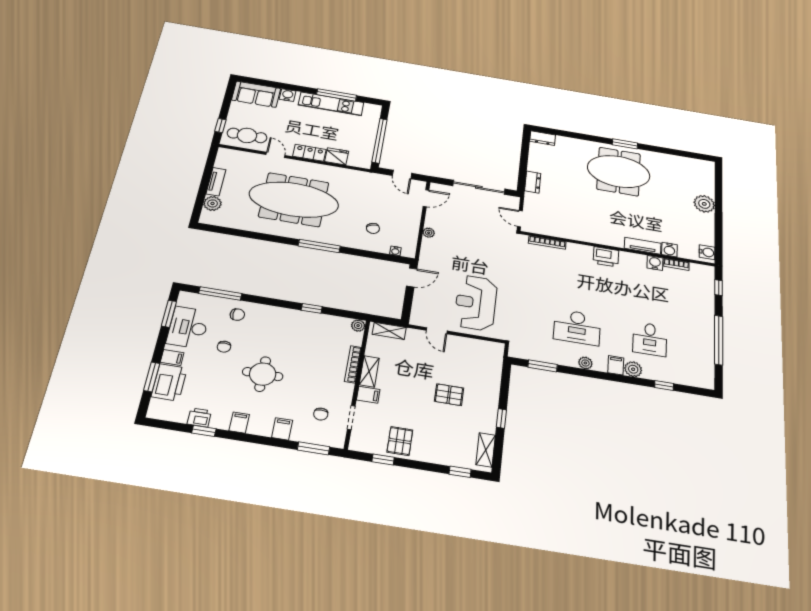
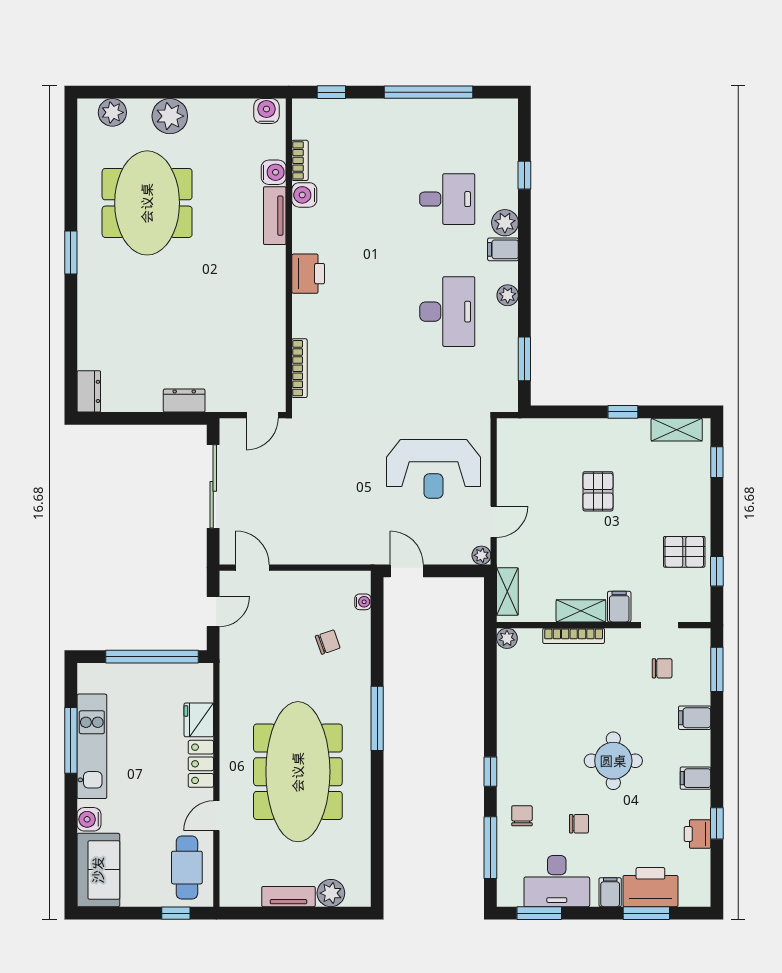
meeting table: (619, 171) -> (147, 203), moved
plant: (707, 177) -> (112, 112), added
plant: (429, 233) -> (481, 555), moved
window: (312, 308) -> (490, 772), moved

